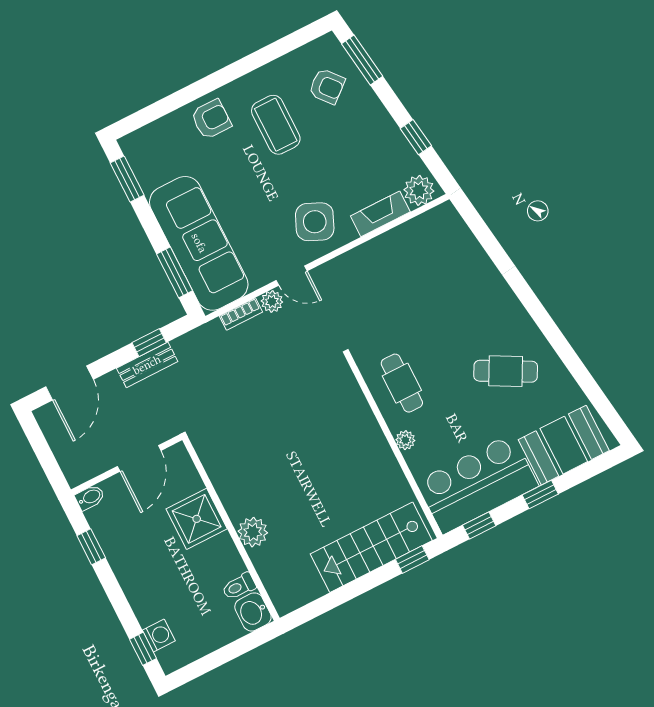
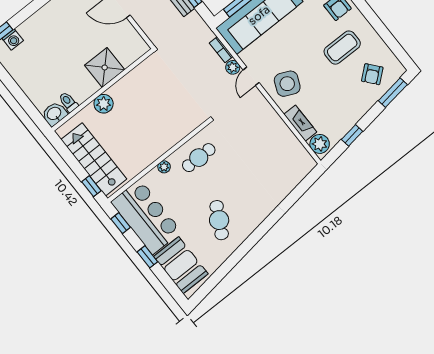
shower: (197, 519) -> (105, 67), moved
wall: (231, 529) -> (103, 90), moved
plant: (253, 532) -> (104, 104), moved
toilet: (239, 586) -> (68, 102), moved
washbasin: (253, 612) -> (54, 114), moved

